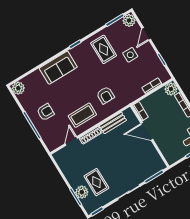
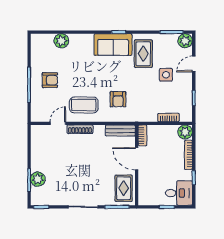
sofa: (58, 68) -> (113, 45), moved
plant: (18, 88) -> (61, 41), moved
bench: (113, 123) -> (120, 130), moved
rug: (96, 182) -> (124, 188), moved

